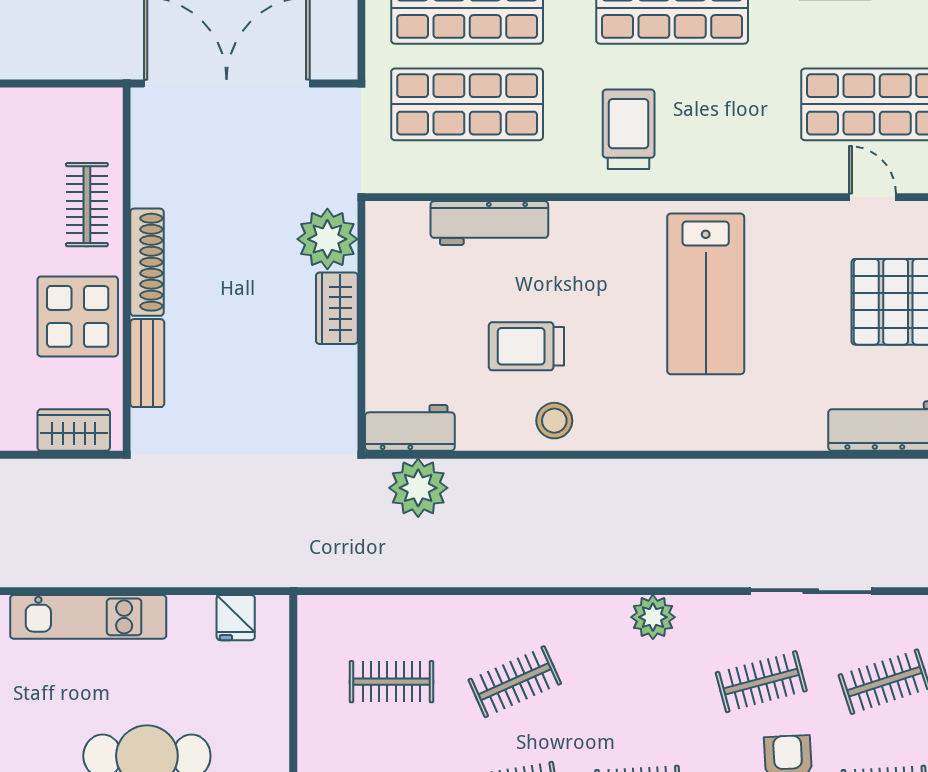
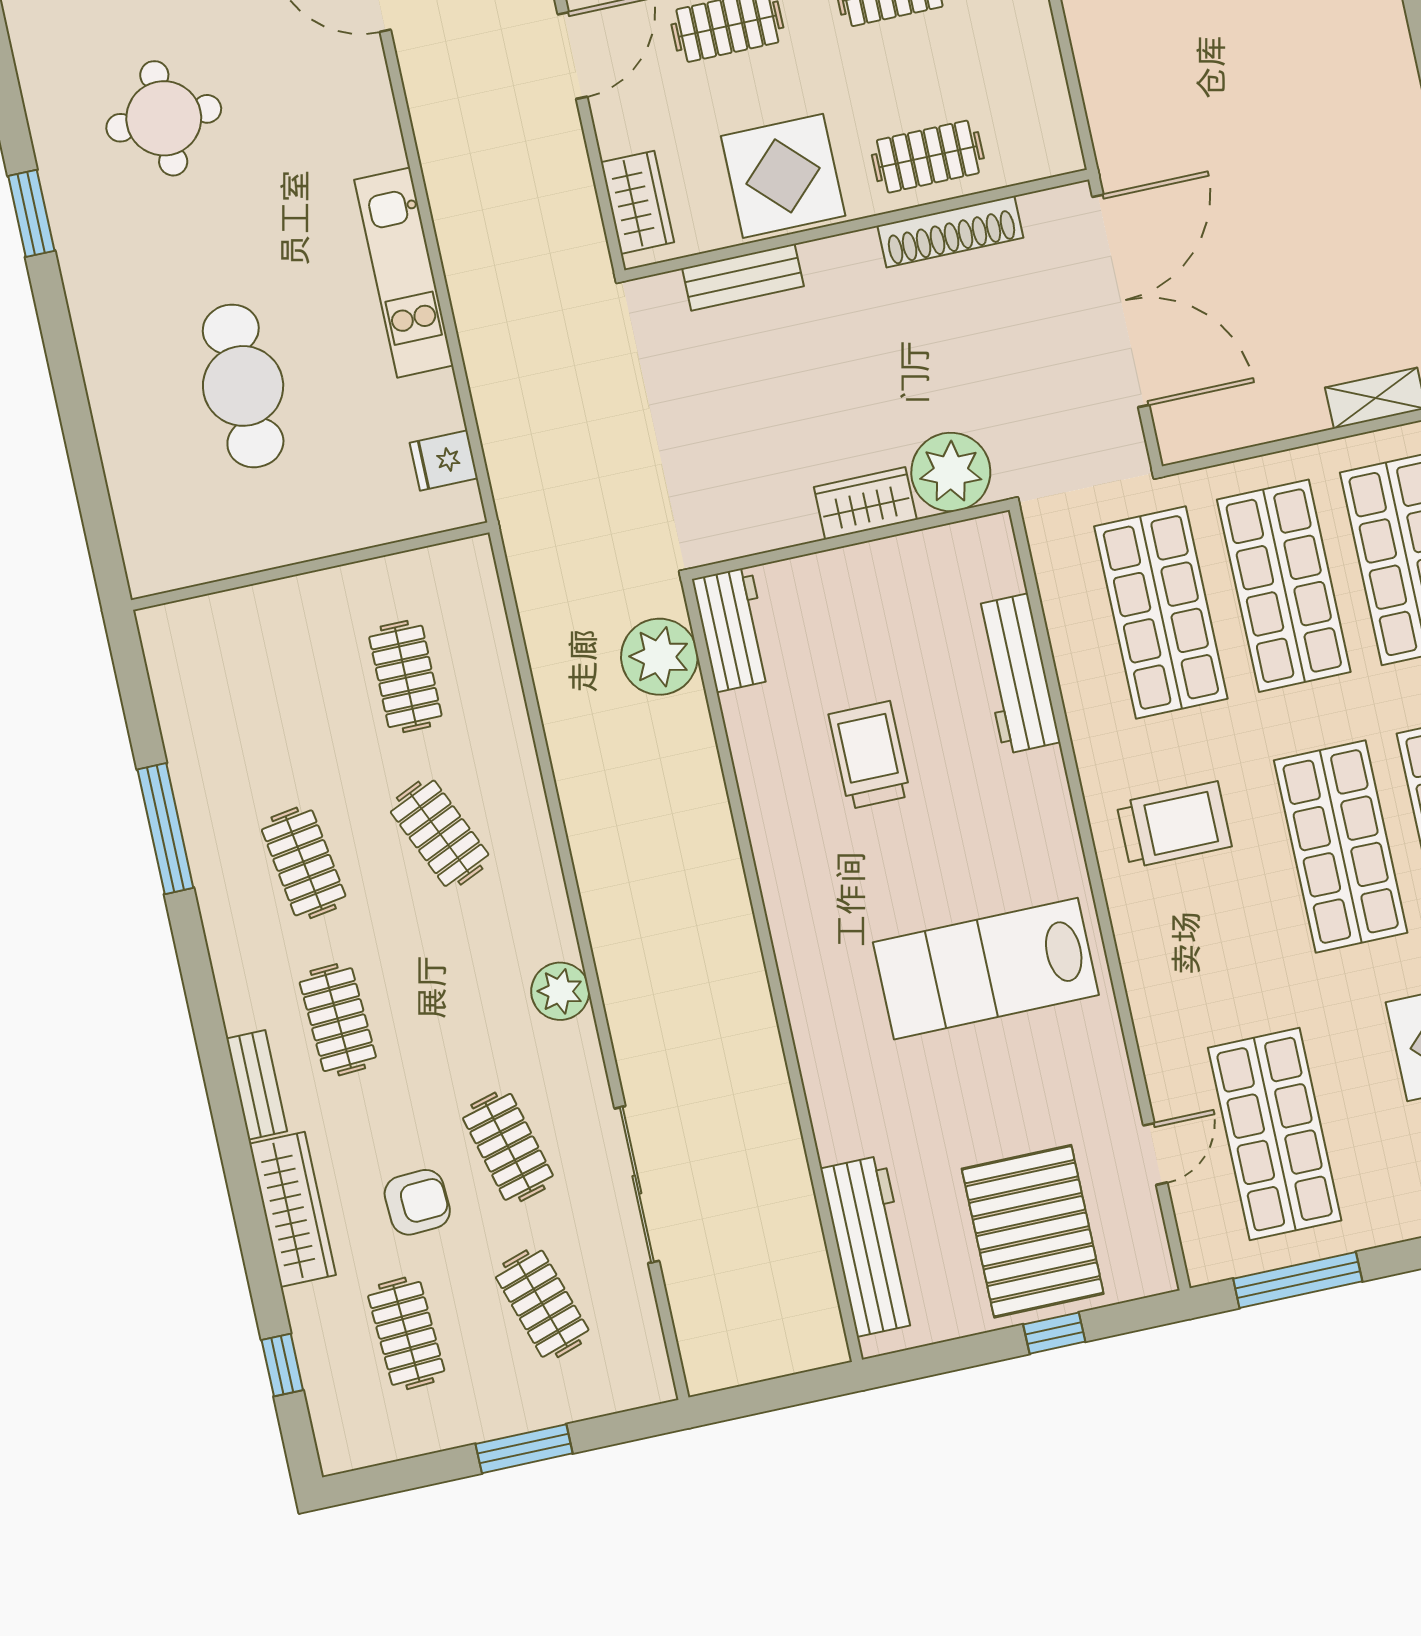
shoe rack: (147, 262) -> (950, 232), moved
stool: (554, 421) -> (783, 811), removed

